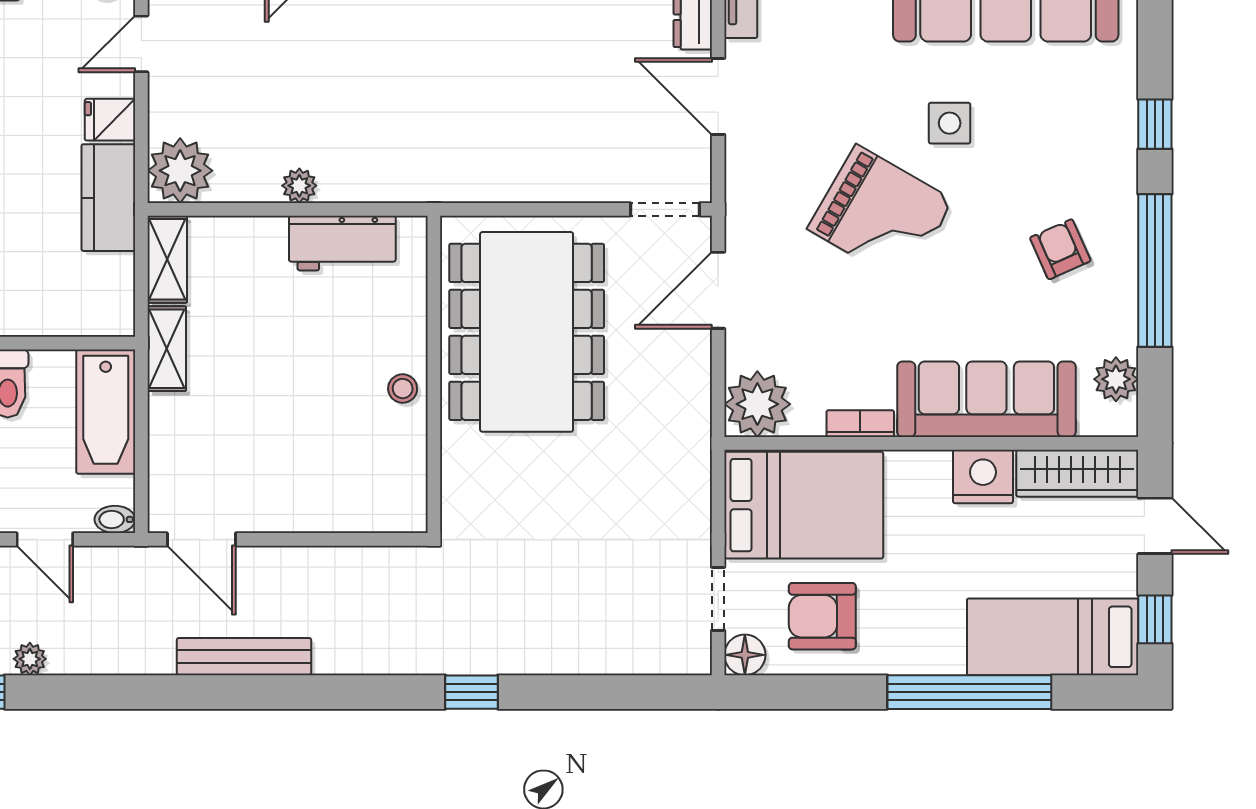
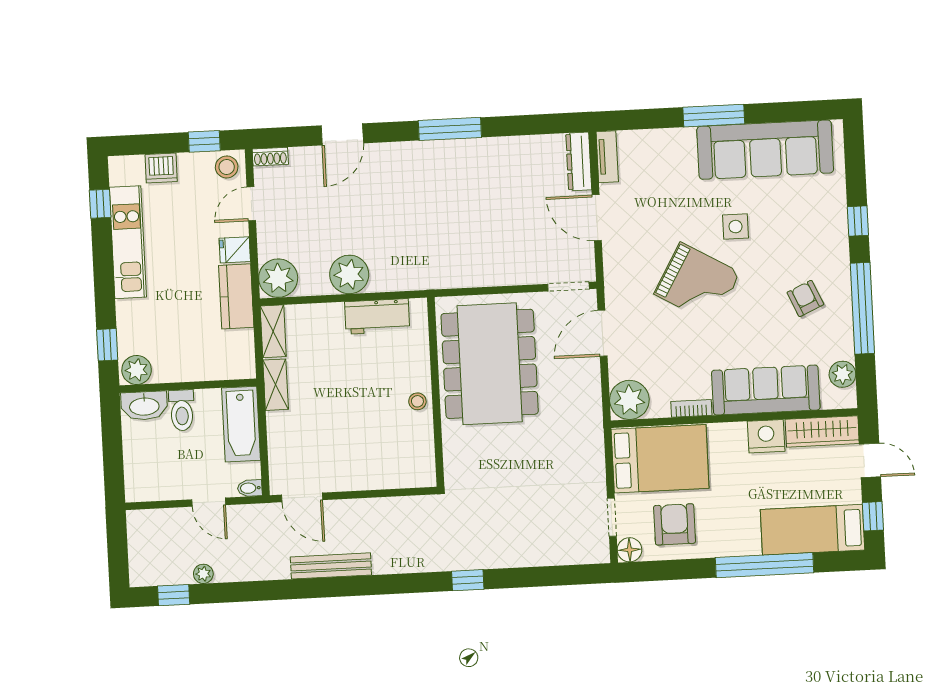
plant: (299, 186) -> (349, 274), width x1.88, depth x1.88
armchair: (822, 616) -> (675, 524), turned 90

